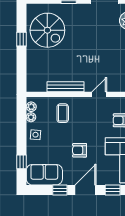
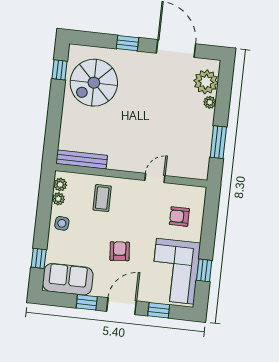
spiral stairs: (47, 30) -> (94, 83), turned 90
window: (21, 39) -> (59, 70), moved
bench: (66, 87) -> (82, 159), moved
armchair: (80, 150) -> (120, 251), turned 85

